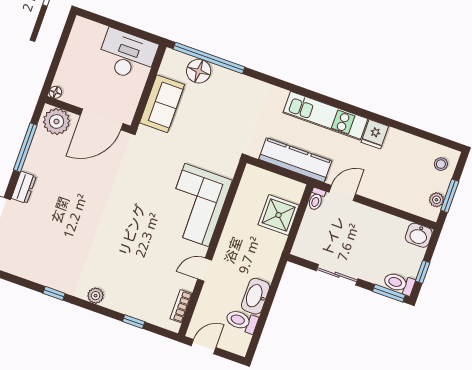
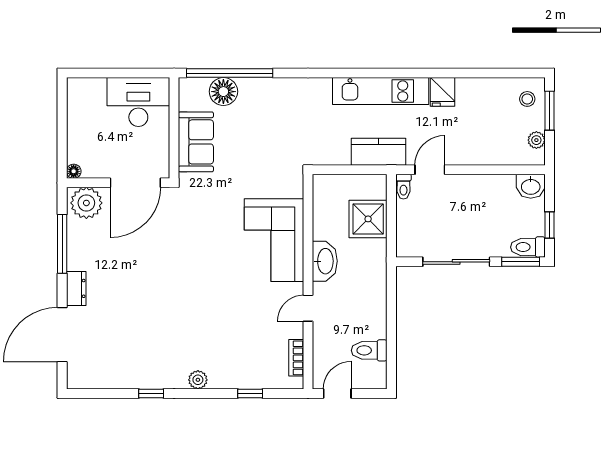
kitchen counter: (295, 160) -> (378, 152), width x0.67
window: (450, 196) -> (549, 111), moved
sliding door: (337, 275) -> (456, 262), width x1.37
washbasin: (256, 296) -> (325, 261), moved, turned 180

